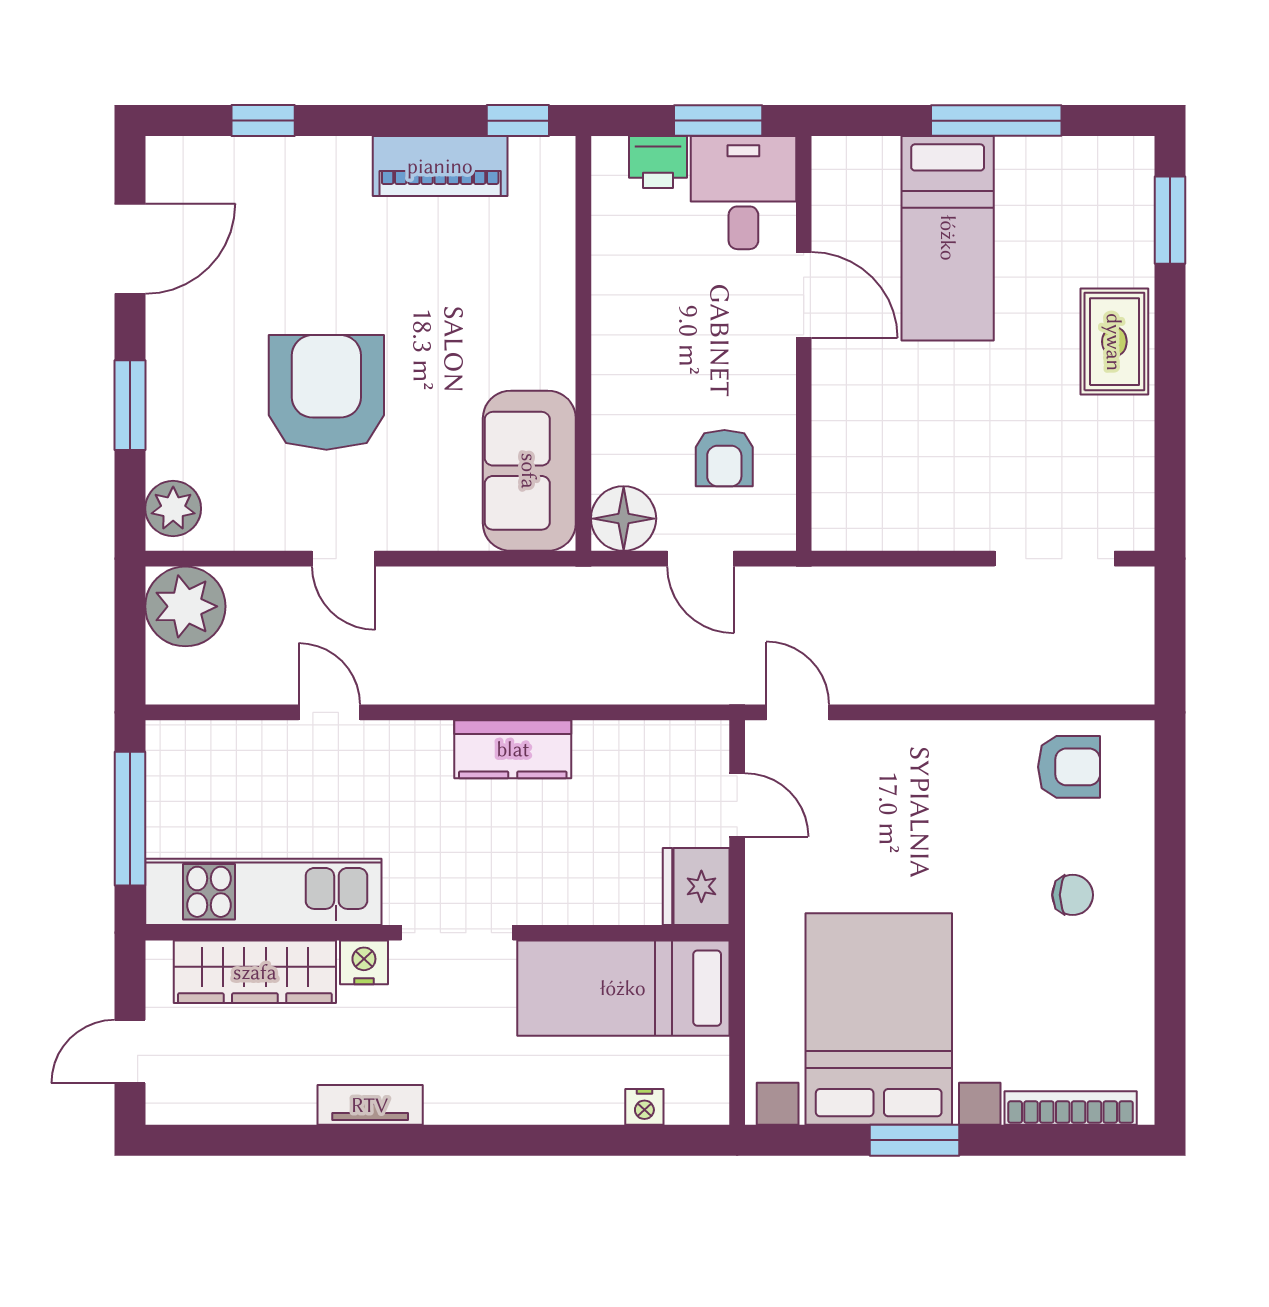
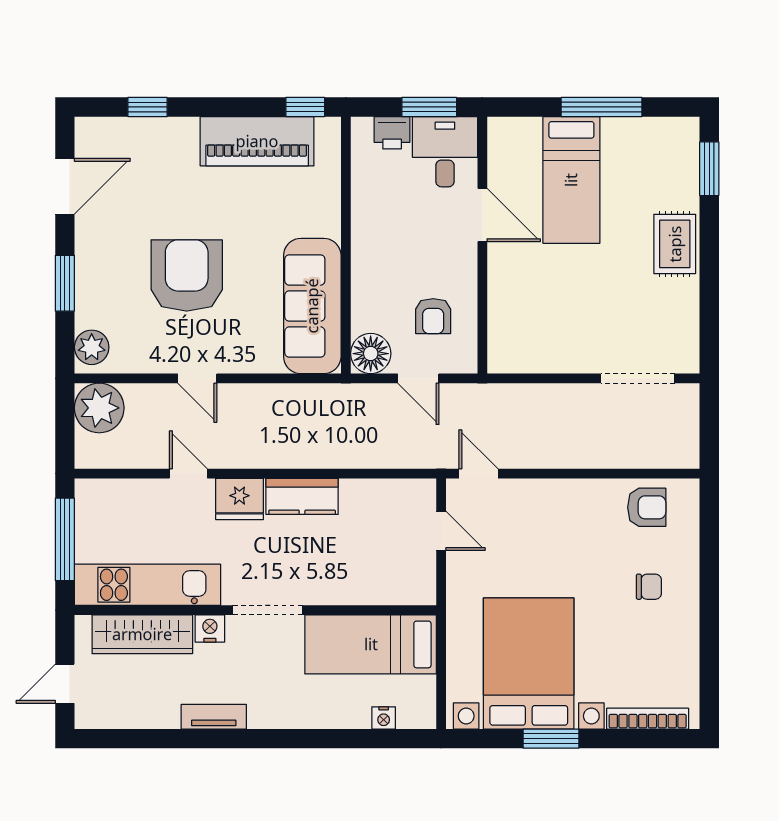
piano: (440, 166) -> (257, 141), width x1.37, depth x1.33
sofa: (529, 471) -> (312, 306), width x1.36
fridge: (696, 886) -> (239, 499), moved, turned -90

